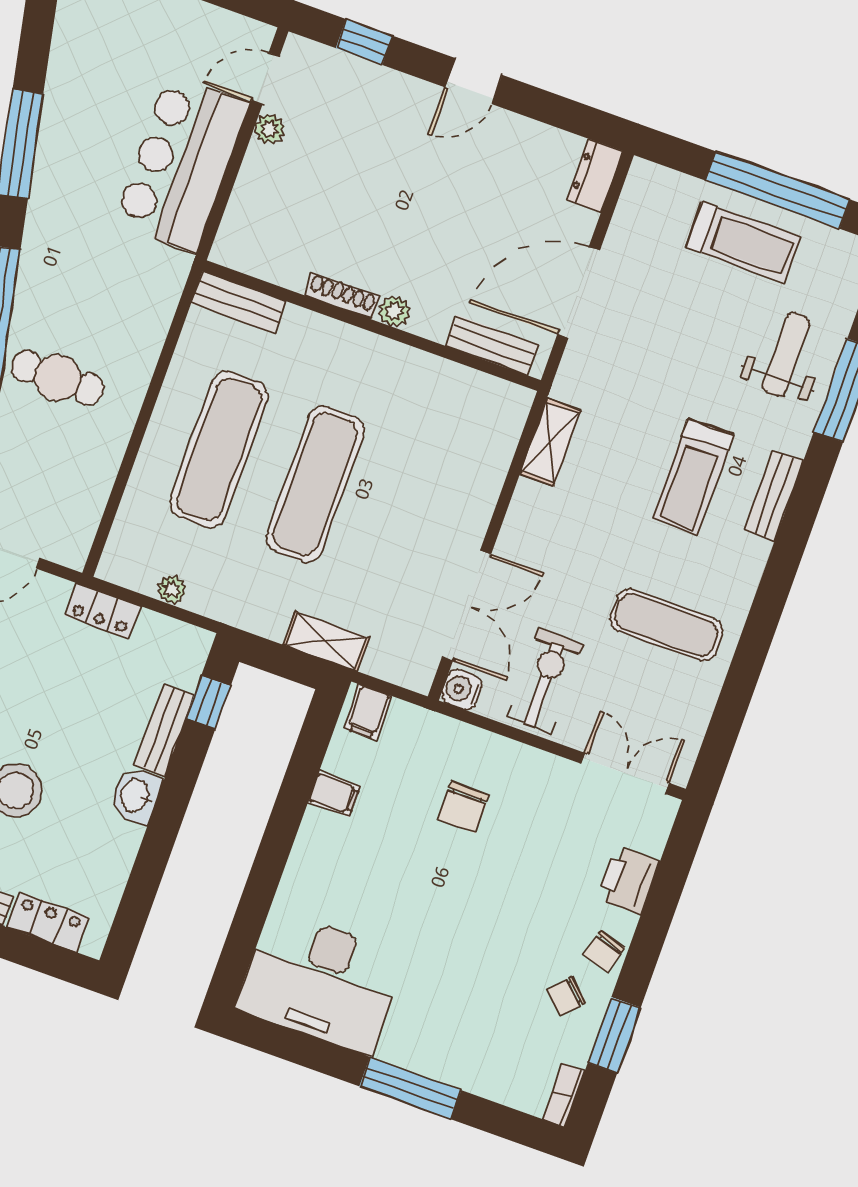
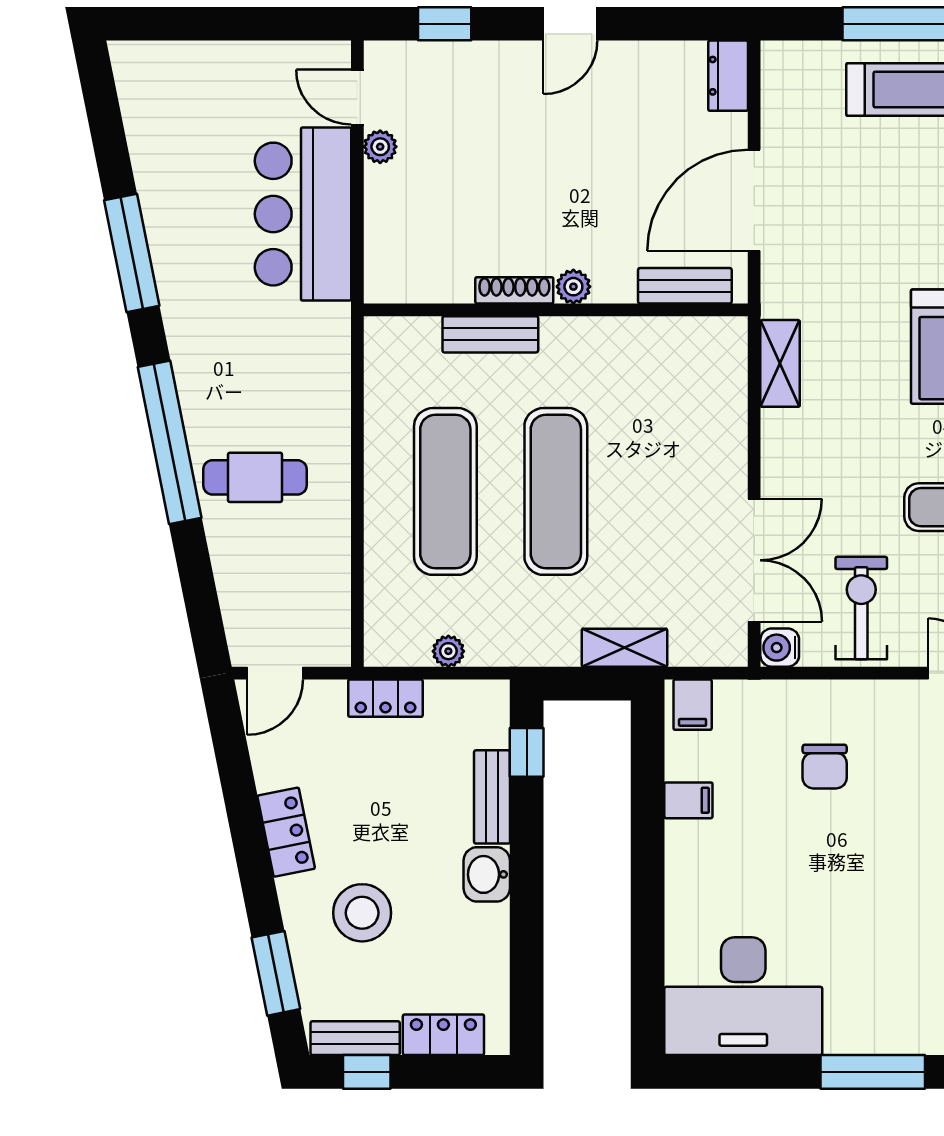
door: (265, 79) -> (357, 97), hinge flipped
bench: (238, 302) -> (490, 334), moved

